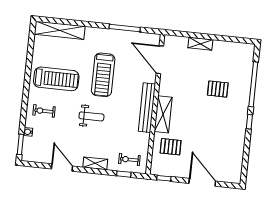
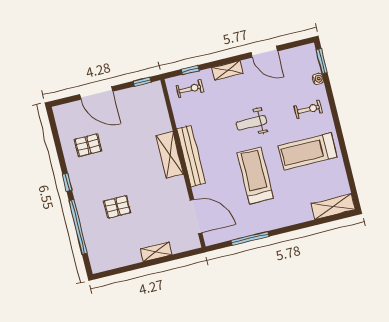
shelving: (60, 30) -> (333, 207), width x0.68
pallet: (171, 147) -> (88, 145), moved

